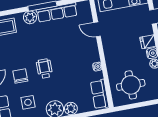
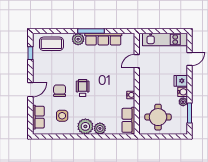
door: (97, 29) -> (137, 61), hinge flipped

